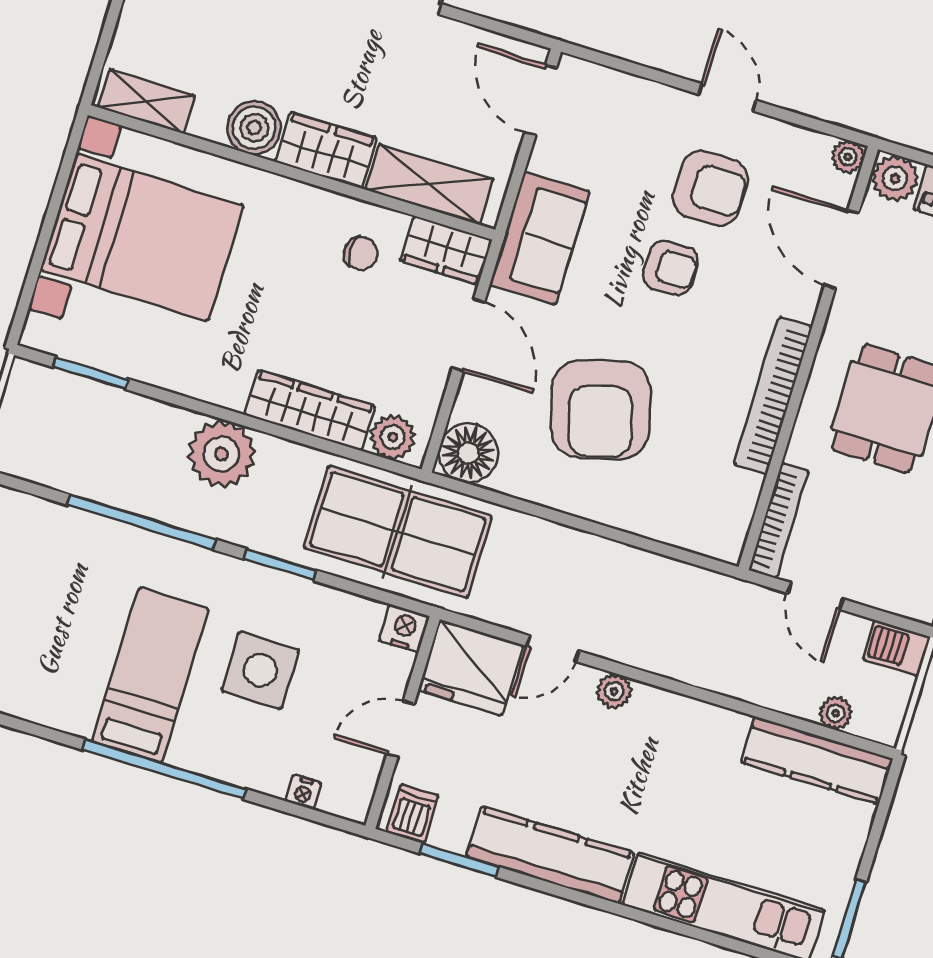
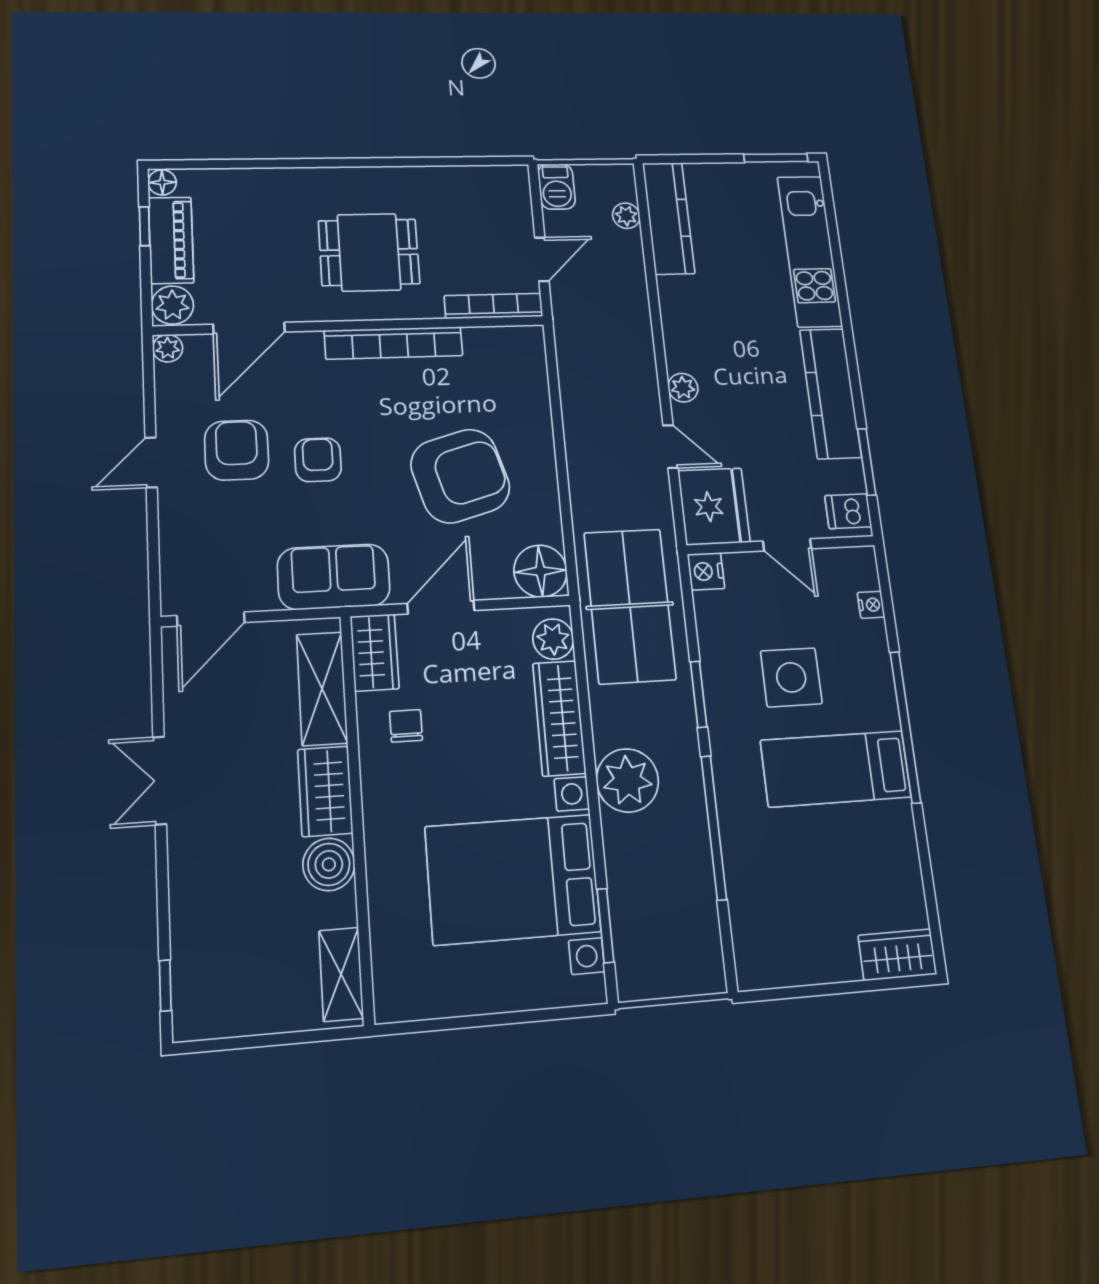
bed with nightstands: (142, 238) -> (513, 879), moved, turned -90

